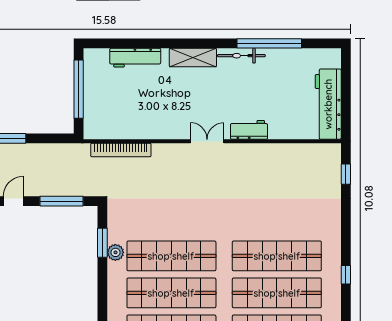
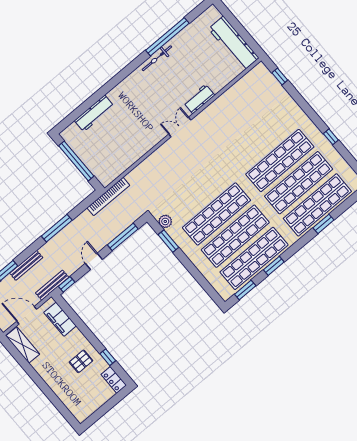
shelving: (193, 58) -> (129, 84), removed
bookcase: (121, 150) -> (108, 196), moved
plant: (115, 252) -> (165, 221), moved

